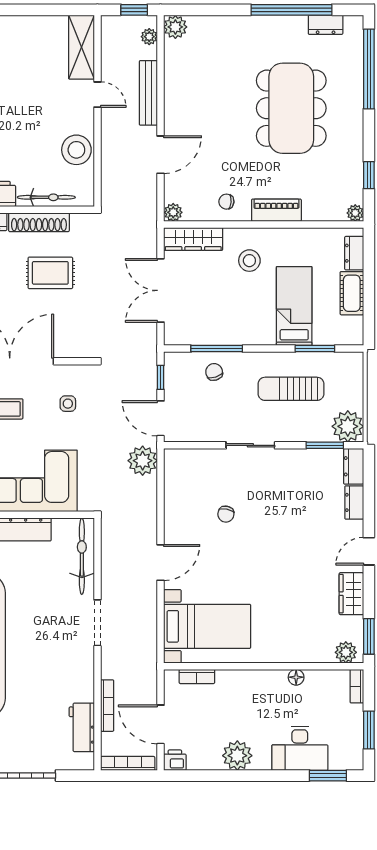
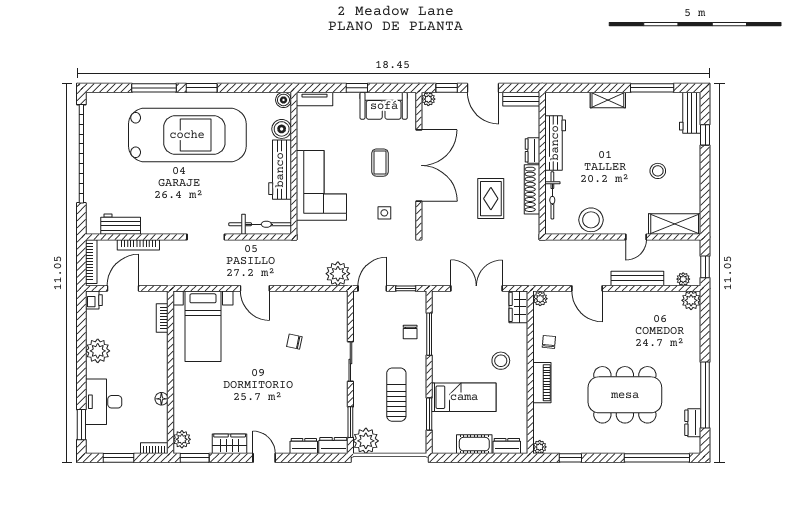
stool: (16, 68) -> (658, 171), added
wardrobe: (193, 239) -> (518, 307), width x0.67
chair: (214, 372) -> (410, 332), turned 107

